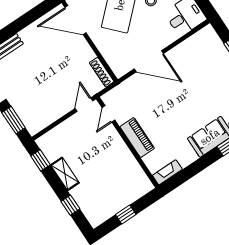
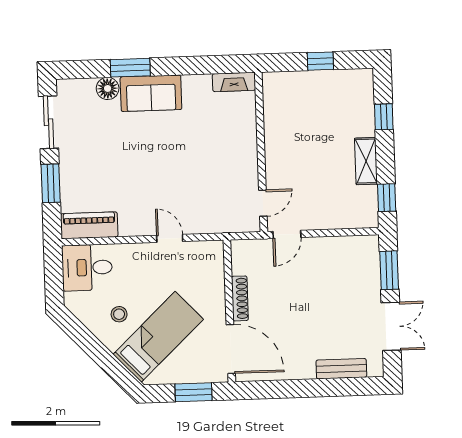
door: (149, 61) -> (170, 238), width x0.53
shoe rack: (102, 72) -> (240, 298), moved
piano: (137, 138) -> (89, 225), moved, turned 90

